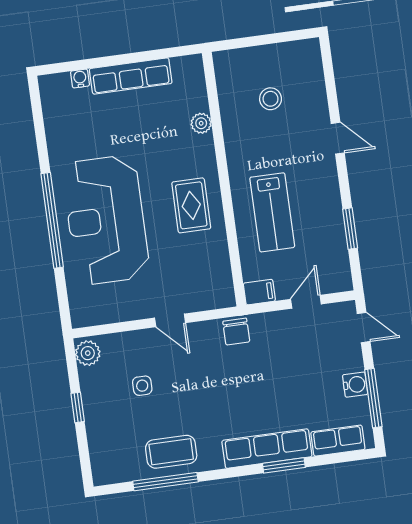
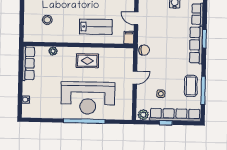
row of seats: (131, 76) -> (28, 63), moved
row of seats: (99, 426) -> (175, 115), added

